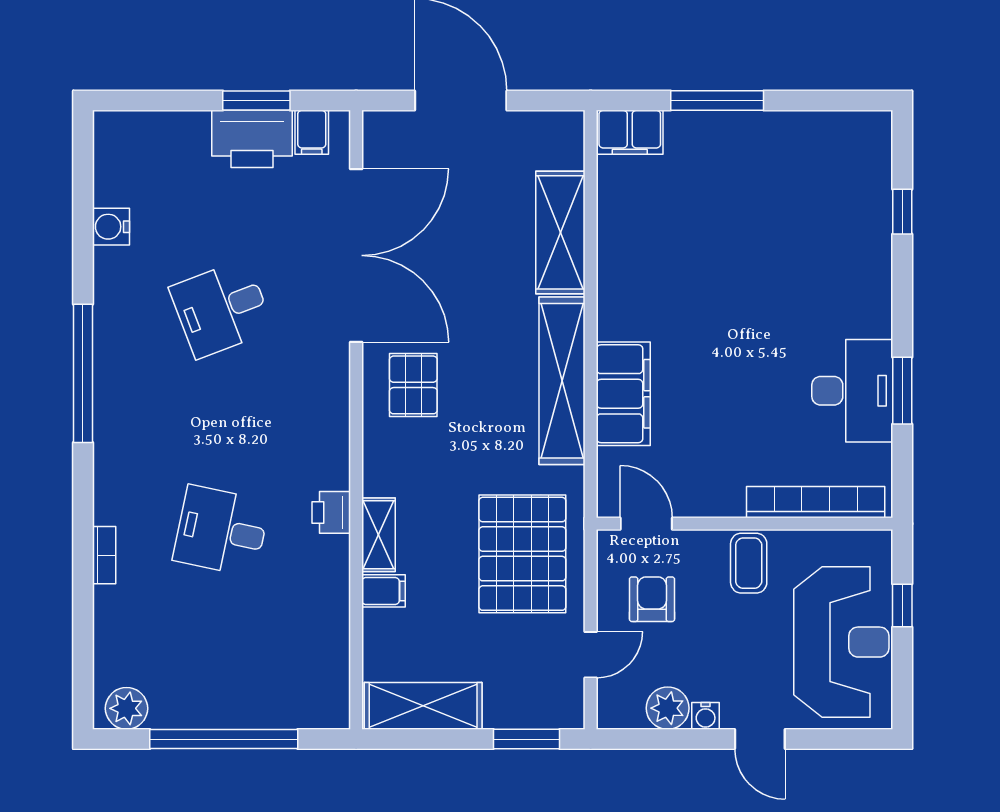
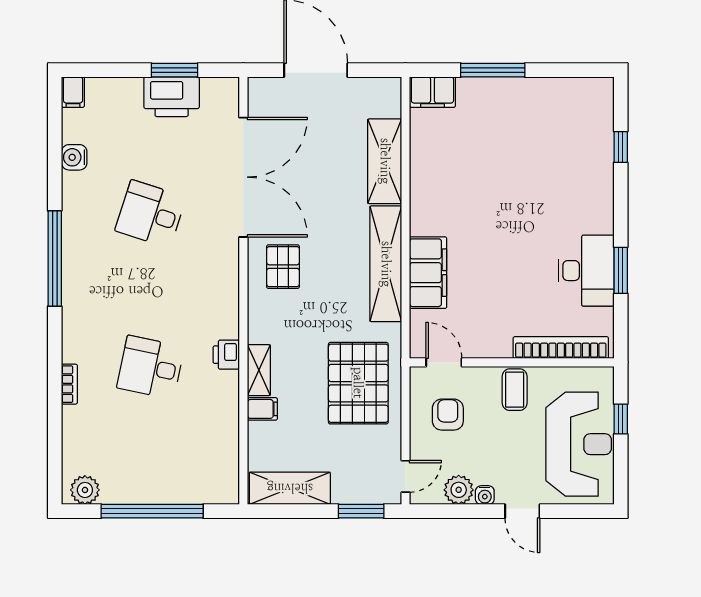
filing cabinet: (312, 132) -> (73, 92), moved
desk: (221, 309) -> (150, 214), turned 39
door: (591, 655) -> (406, 476), moved

